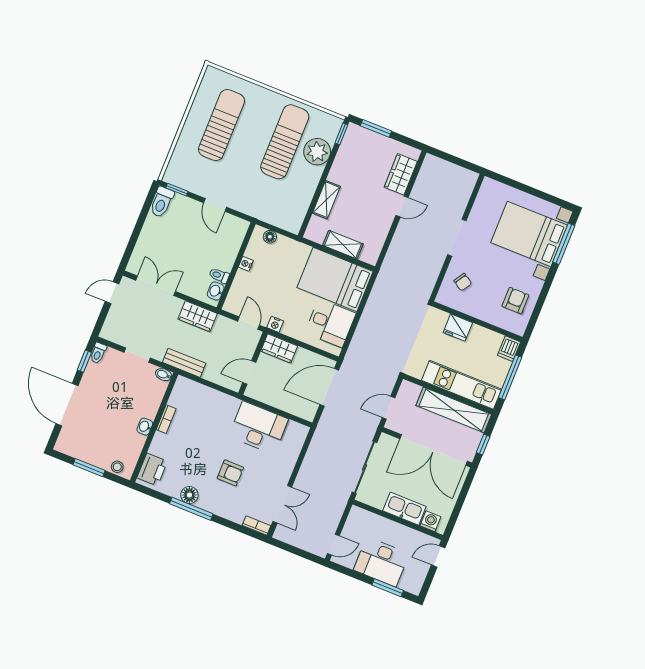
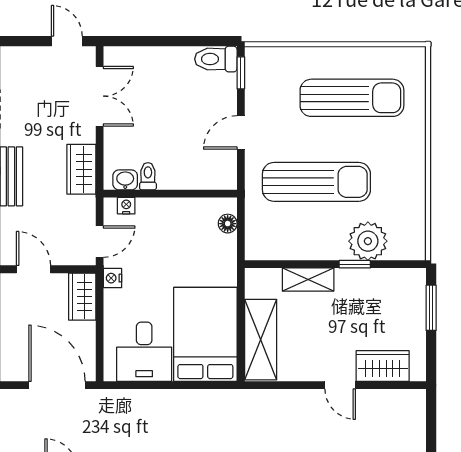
window: (341, 134) -> (355, 264), moved
sun lounger: (285, 142) -> (316, 182), moved
shelving: (343, 245) -> (261, 340), width x1.50, depth x1.33
nightstand: (246, 264) -> (126, 206), moved

